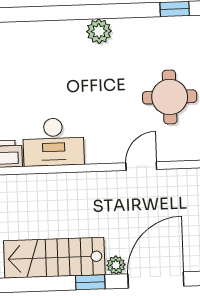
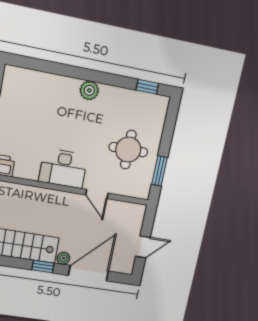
desk: (53, 142) -> (63, 168), moved
door: (141, 166) -> (97, 194), swing flipped

